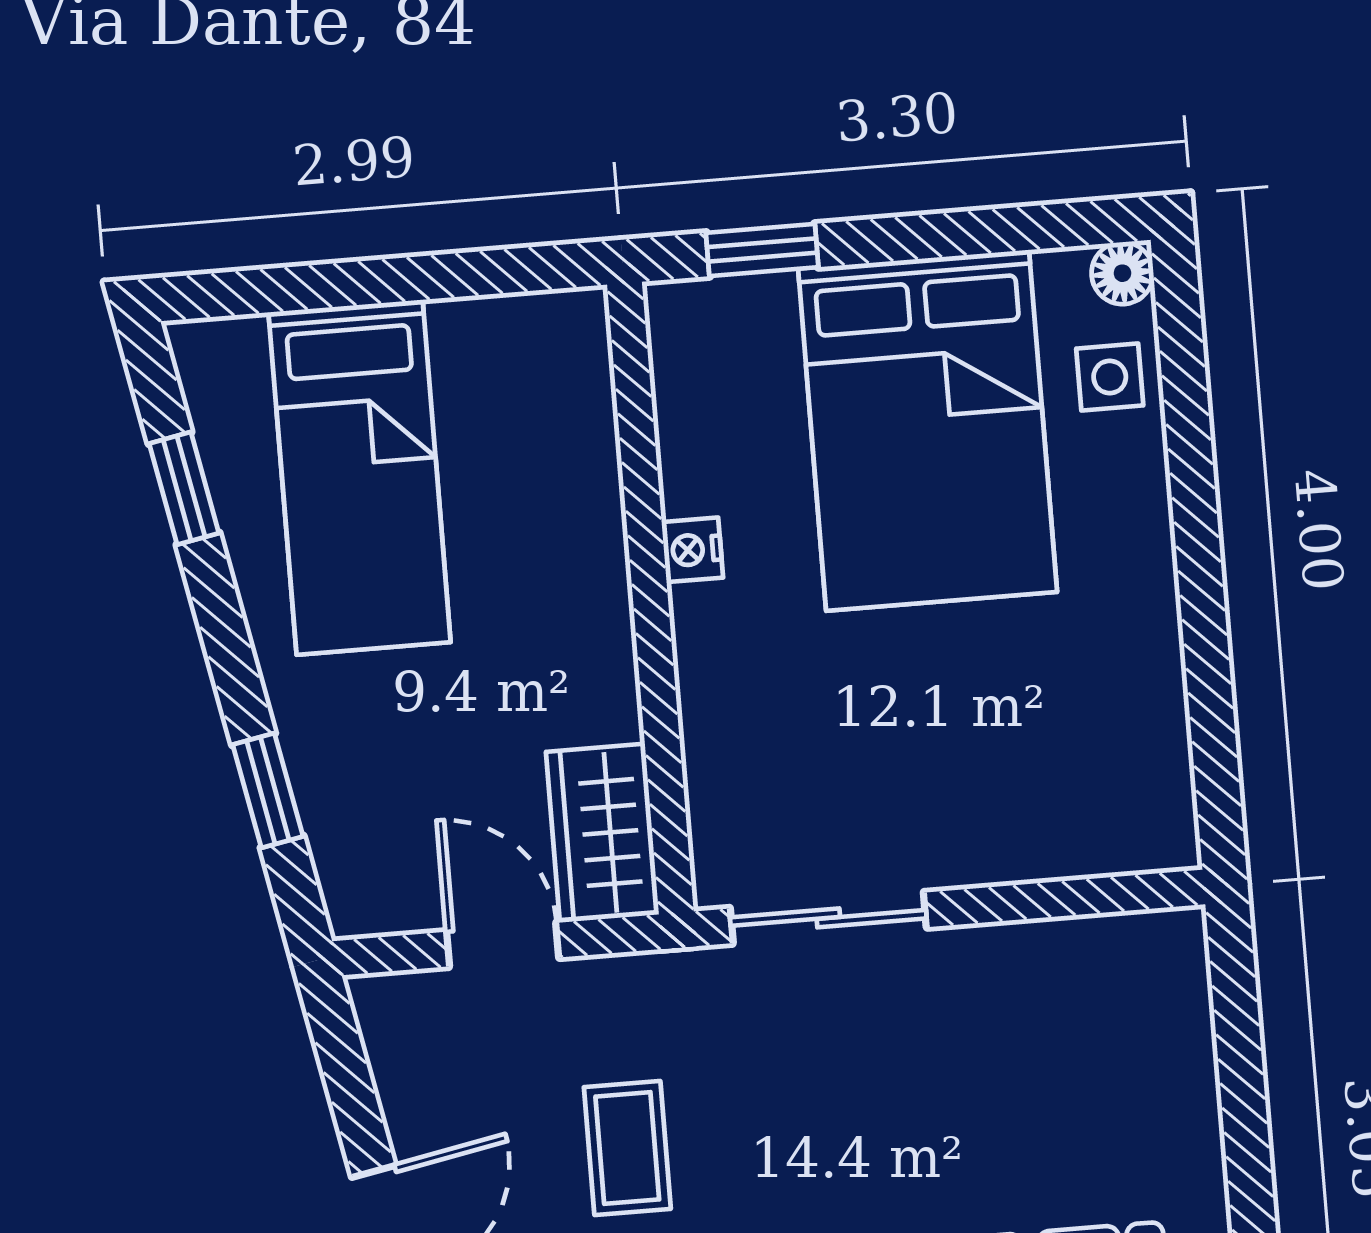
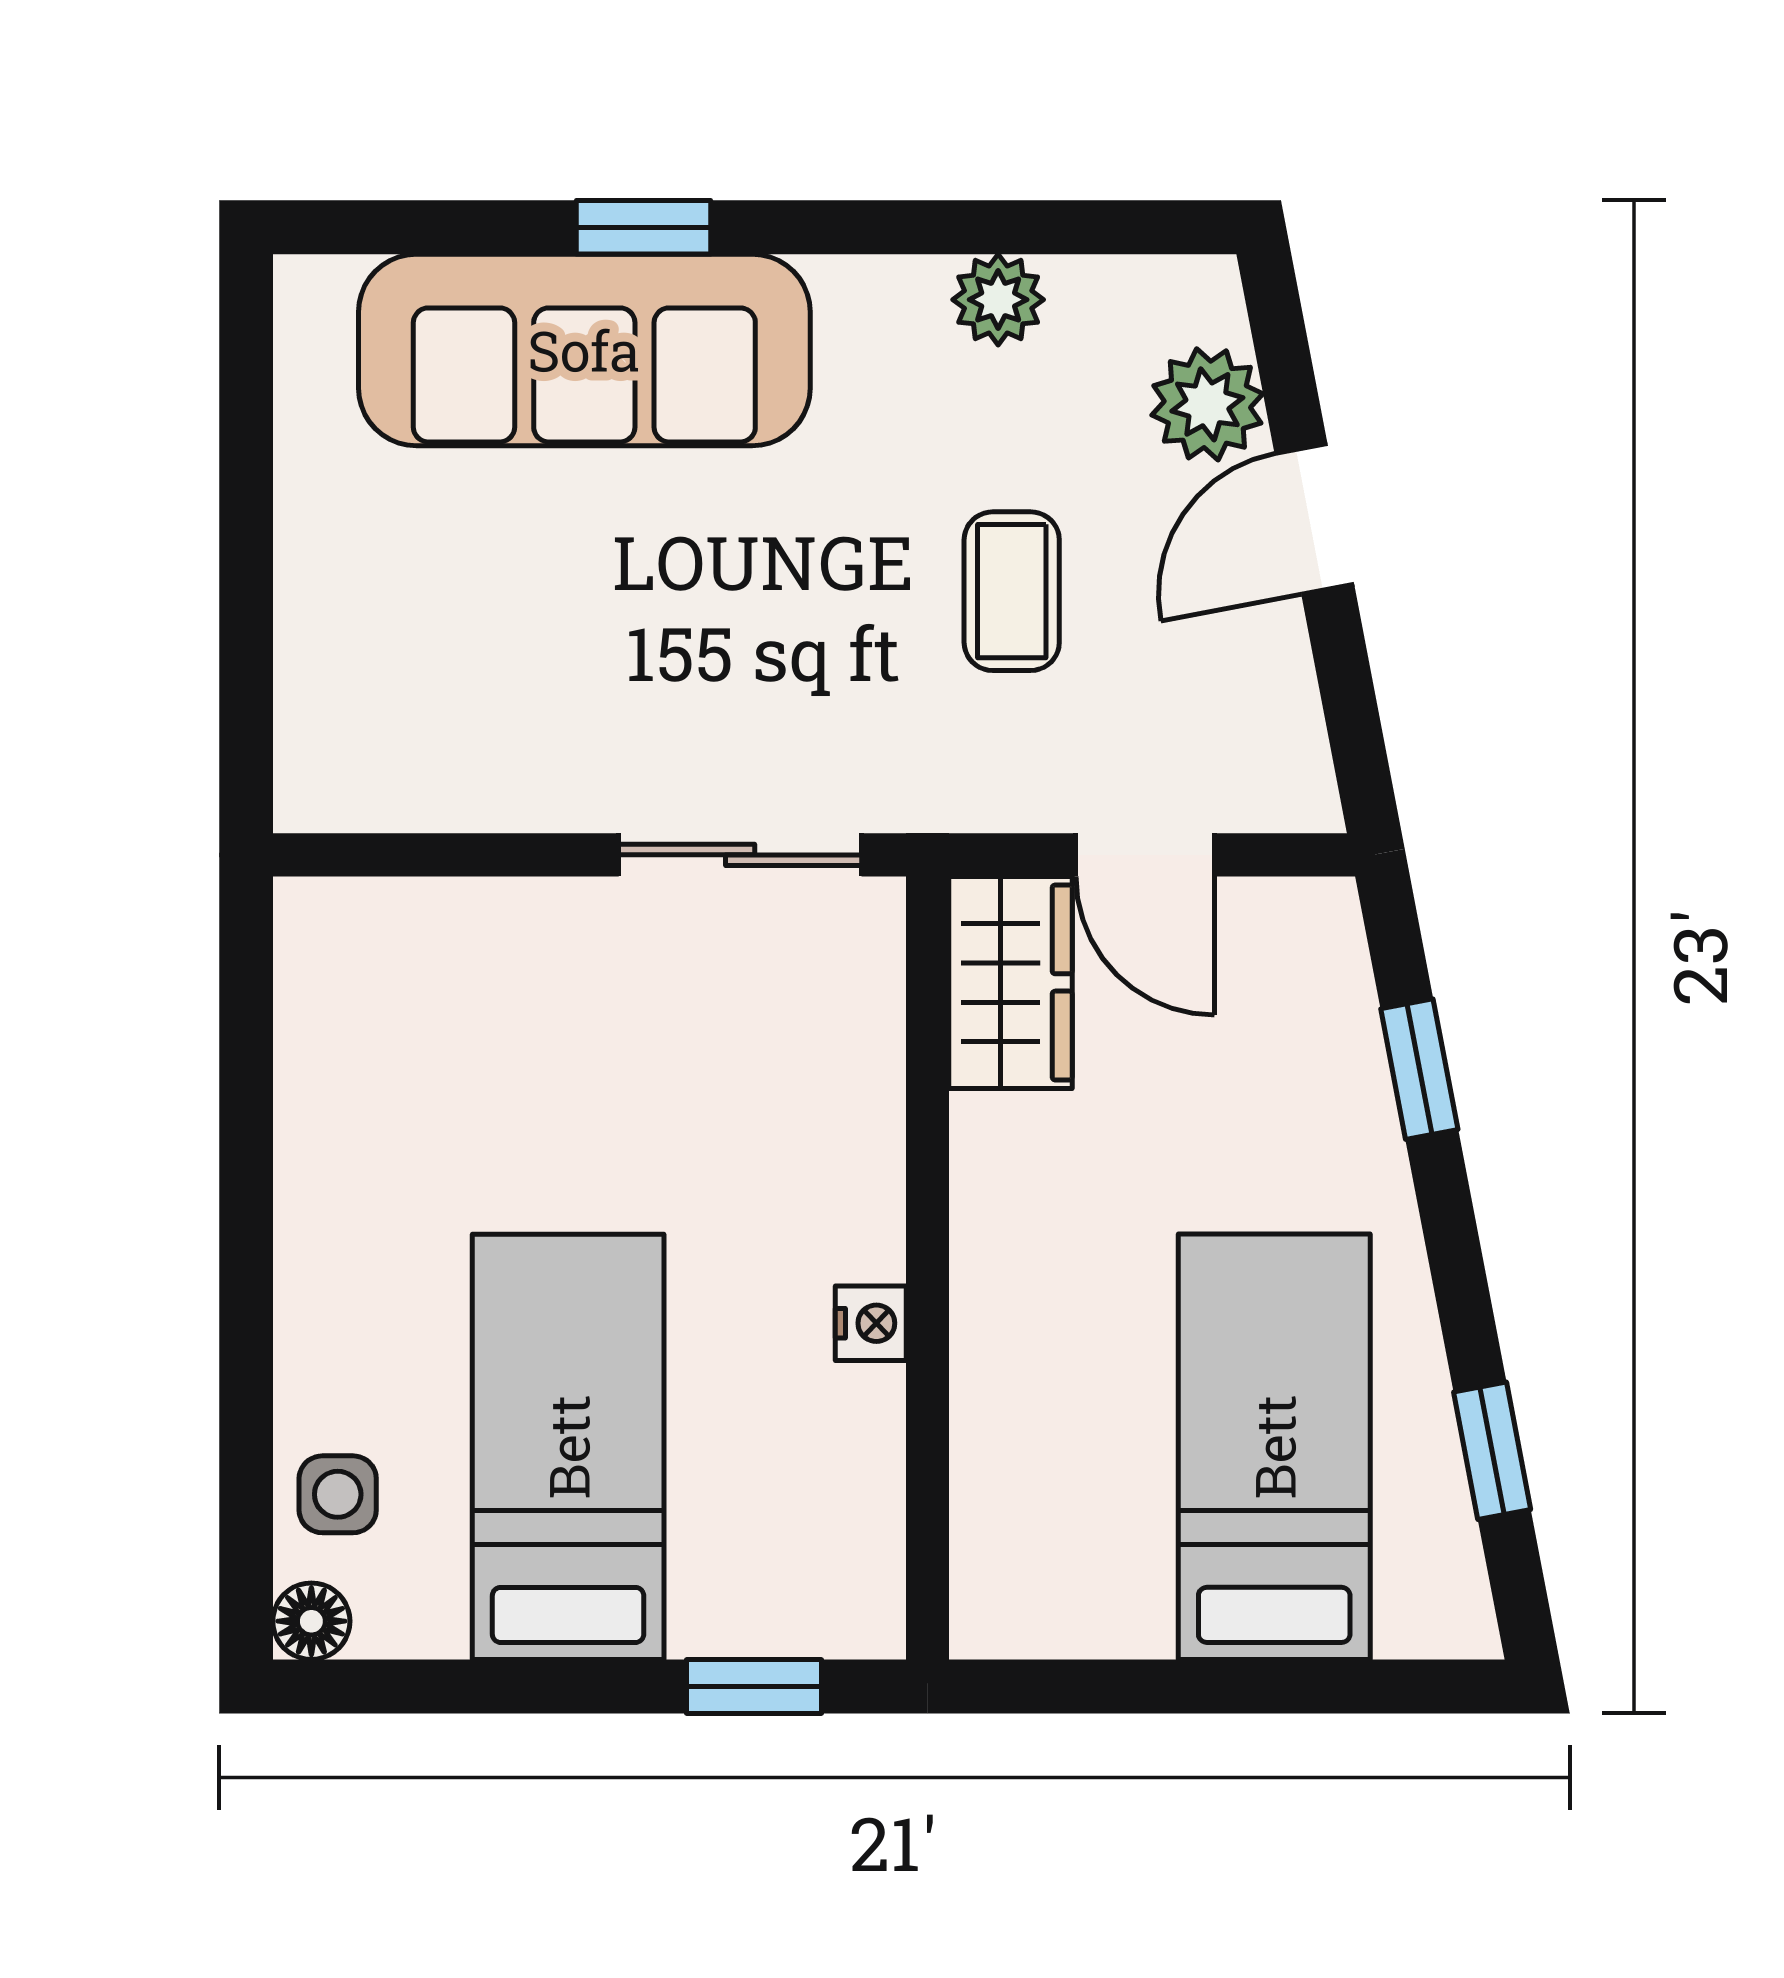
bed: (928, 430) -> (568, 1447), width x0.67

